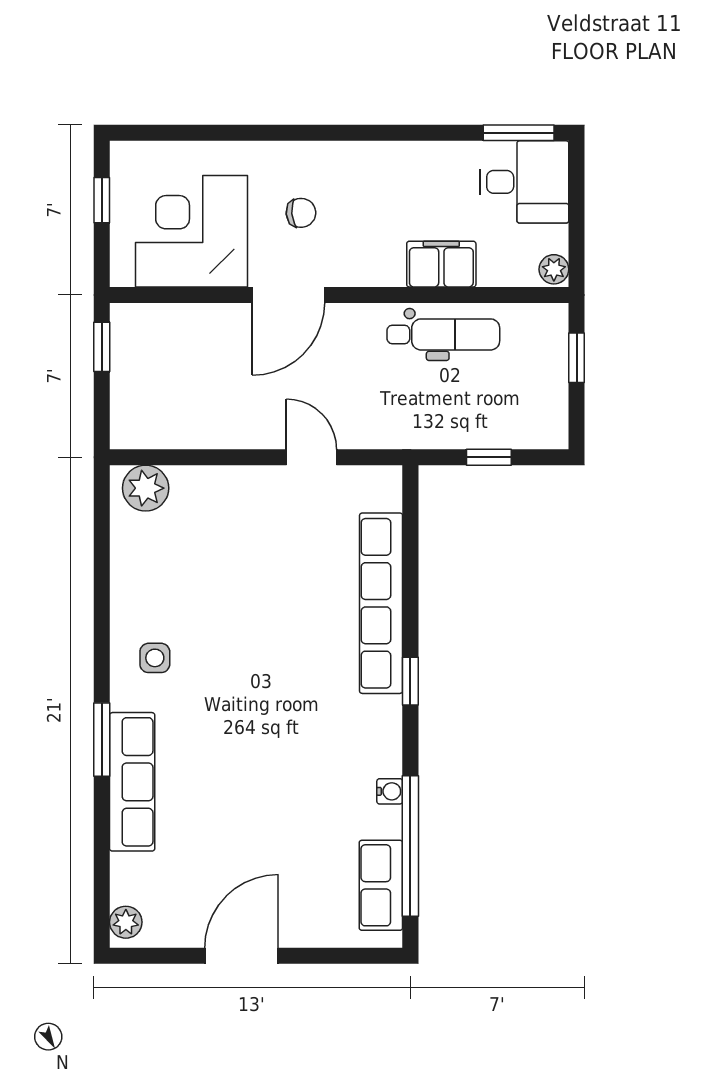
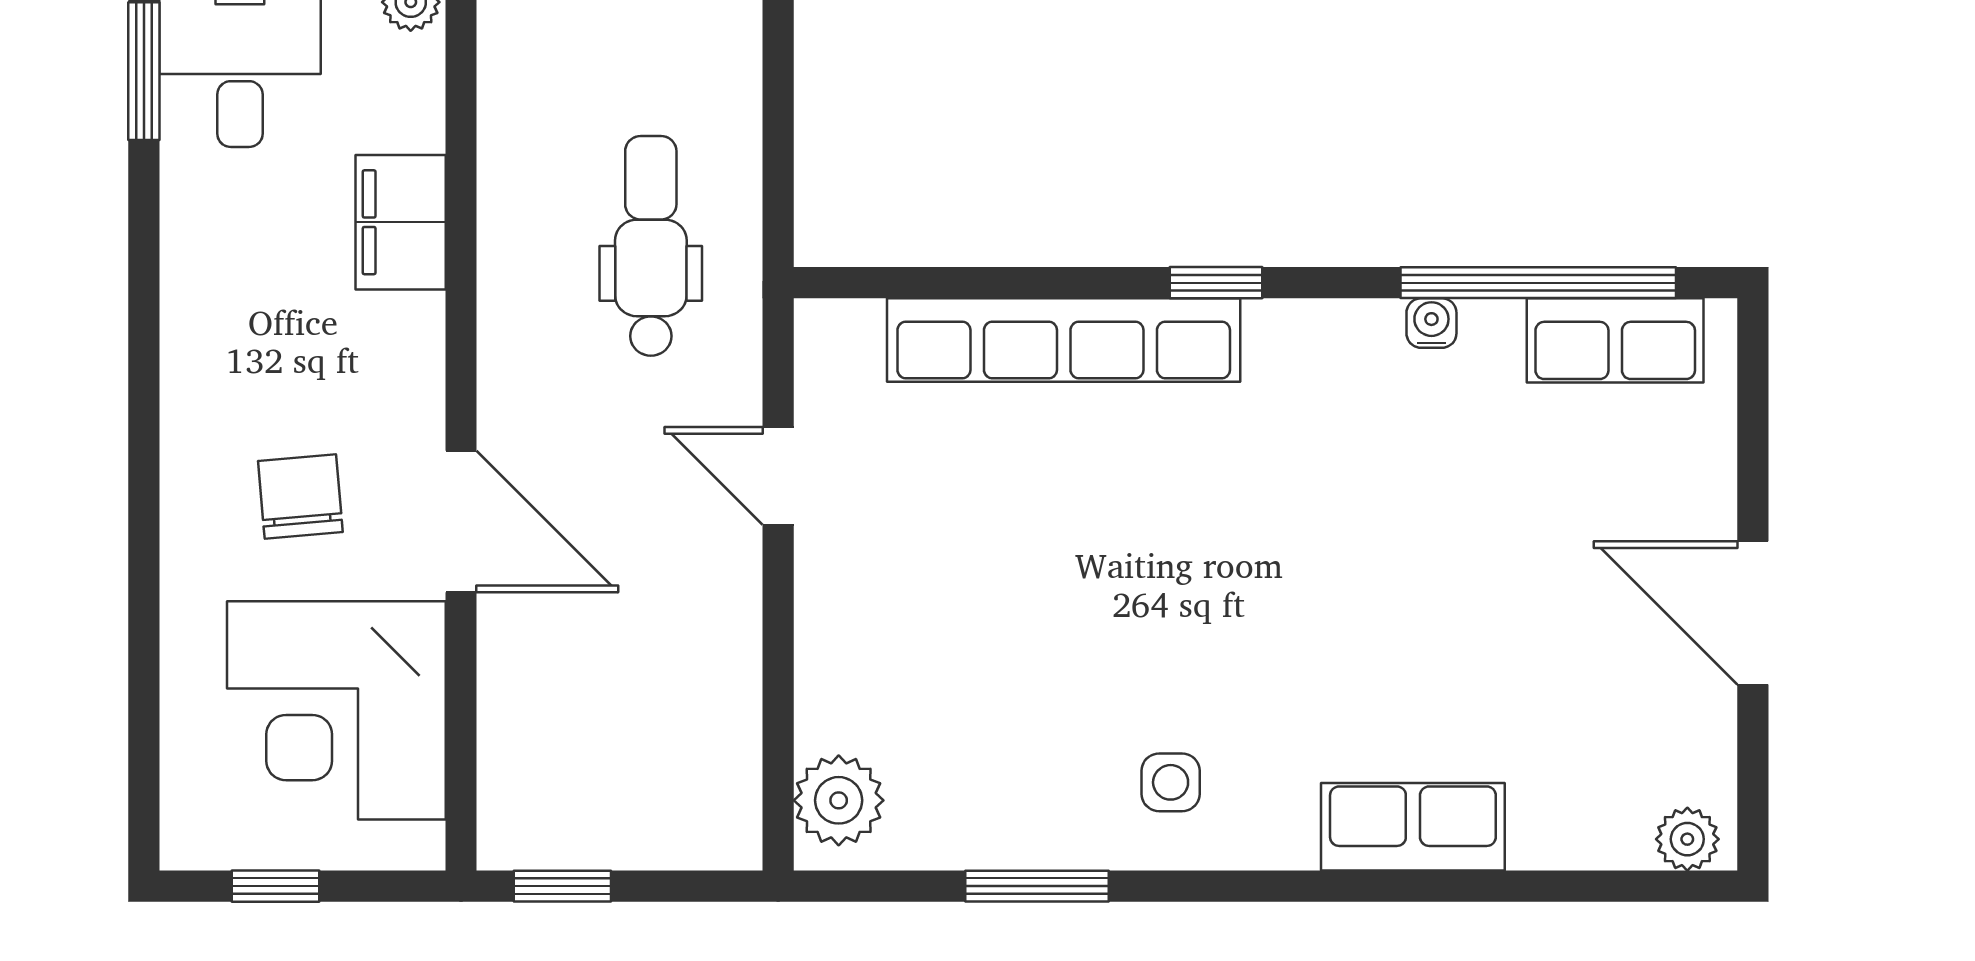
chair: (301, 213) -> (300, 497), width x1.37, depth x1.37
dental chair: (443, 334) -> (651, 246), moved
door: (312, 457) -> (778, 476), hinge flipped
window: (489, 457) -> (778, 129), removed
window: (102, 740) -> (1037, 886), moved
row of seats: (132, 782) -> (1413, 827), width x0.68

